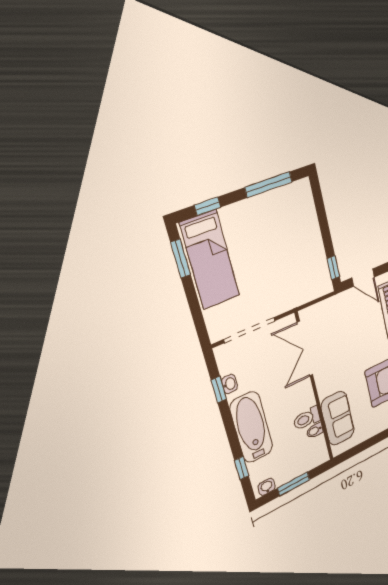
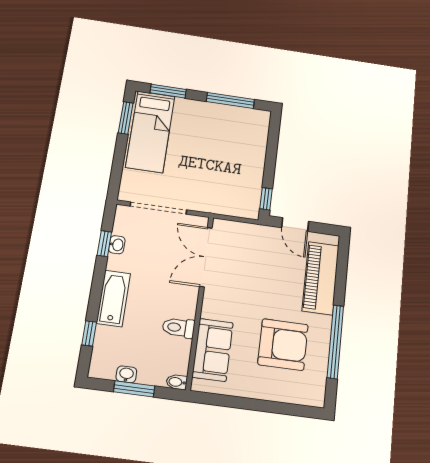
window: (207, 206) -> (168, 91), width x1.50
bathtub: (251, 427) -> (113, 298), width x0.73, depth x0.73
bidet: (315, 431) -> (177, 382), moved
washbasin: (267, 487) -> (126, 374), moved

